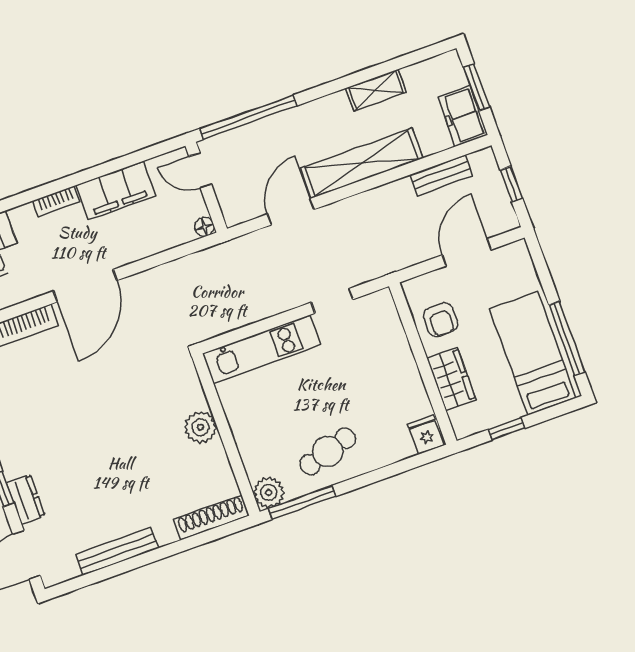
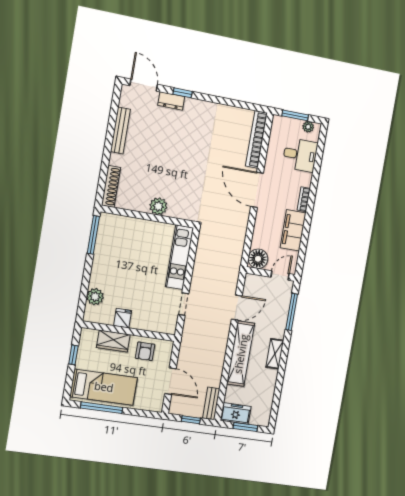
shelving: (376, 90) -> (275, 354), moved
window: (248, 117) -> (292, 312), width x0.68
bench: (441, 175) -> (211, 403), moved
door: (291, 212) -> (237, 308), hinge flipped
floor lamp: (204, 227) -> (258, 259), width x1.89, depth x1.89
armchair: (441, 320) -> (145, 351), turned -90
fridge: (426, 435) -> (123, 318), moved, turned -90
cafe table: (328, 451) -> (112, 261), removed
plant: (269, 492) -> (95, 297), moved

